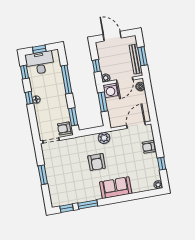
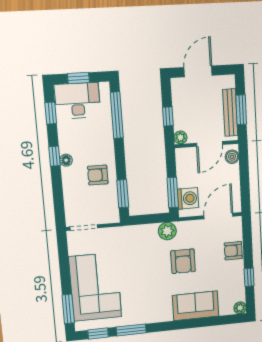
door: (112, 36) -> (198, 71), hinge flipped
window: (67, 80) -> (117, 115), moved
washing machine: (110, 90) -> (188, 198), moved, turned -90
window: (103, 102) -> (173, 193), moved
armchair: (64, 129) -> (98, 175), moved
armchair: (97, 162) -> (183, 261), moved
window: (43, 175) -> (68, 309), moved
corner sofa: (62, 178) -> (95, 287), added
sofa: (116, 188) -> (196, 306), moved

